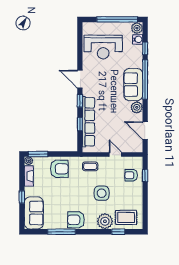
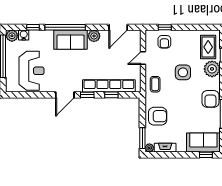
armchair: (59, 169) -> (158, 116), turned 90
window: (22, 197) -> (206, 155), moved

